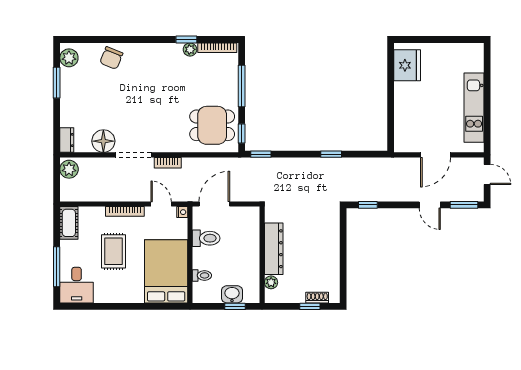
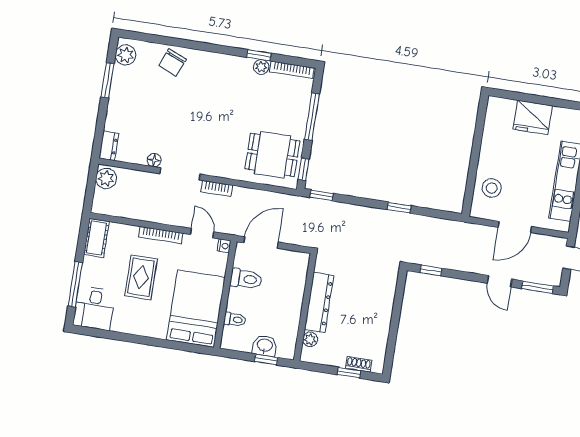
fridge: (407, 65) -> (533, 117), moved, turned 90
stool: (410, 124) -> (492, 188), added
floor lamp: (103, 141) -> (154, 160), width x0.53, depth x0.53

